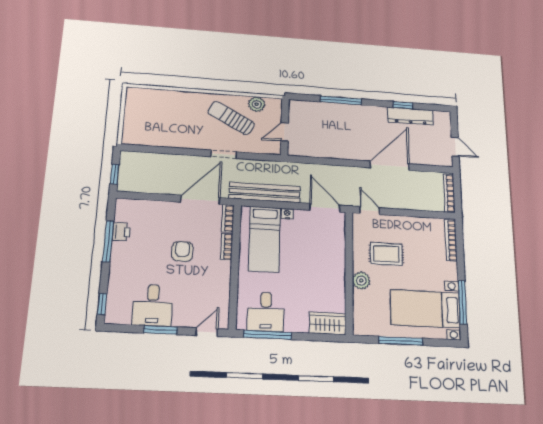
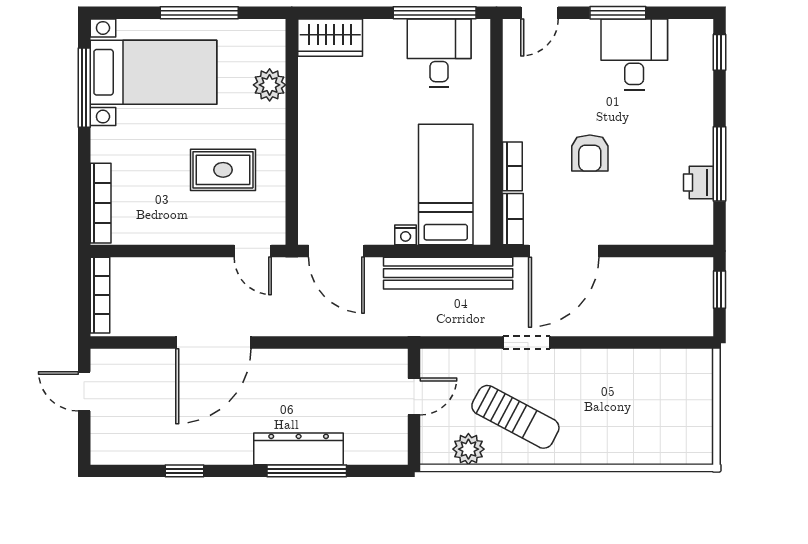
dresser: (410, 116) -> (299, 449), moved
plant: (361, 281) -> (270, 85), moved

